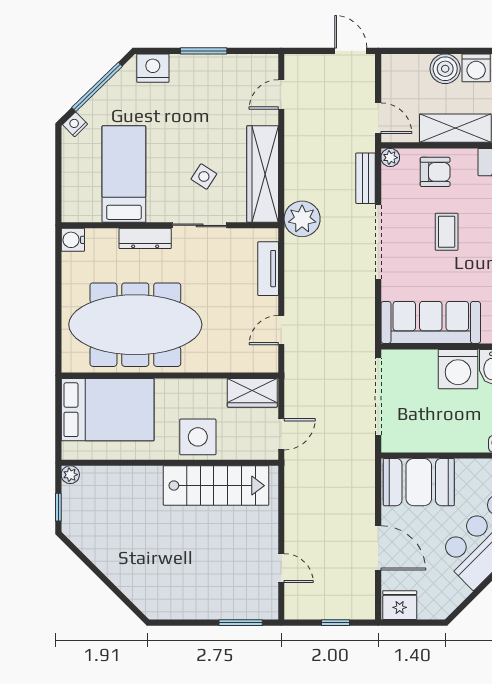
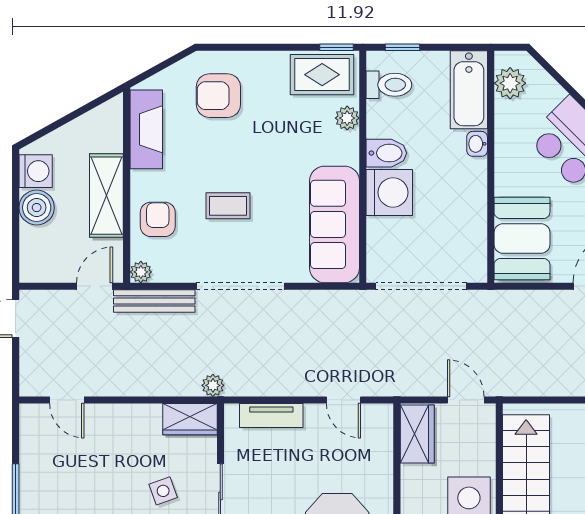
wardrobe: (263, 174) -> (190, 419), width x0.48, depth x0.85
side table: (204, 177) -> (163, 491), turned 37
bench: (366, 178) -> (154, 301), width x1.36
plant: (302, 219) -> (213, 385), width x0.53, depth x0.53

